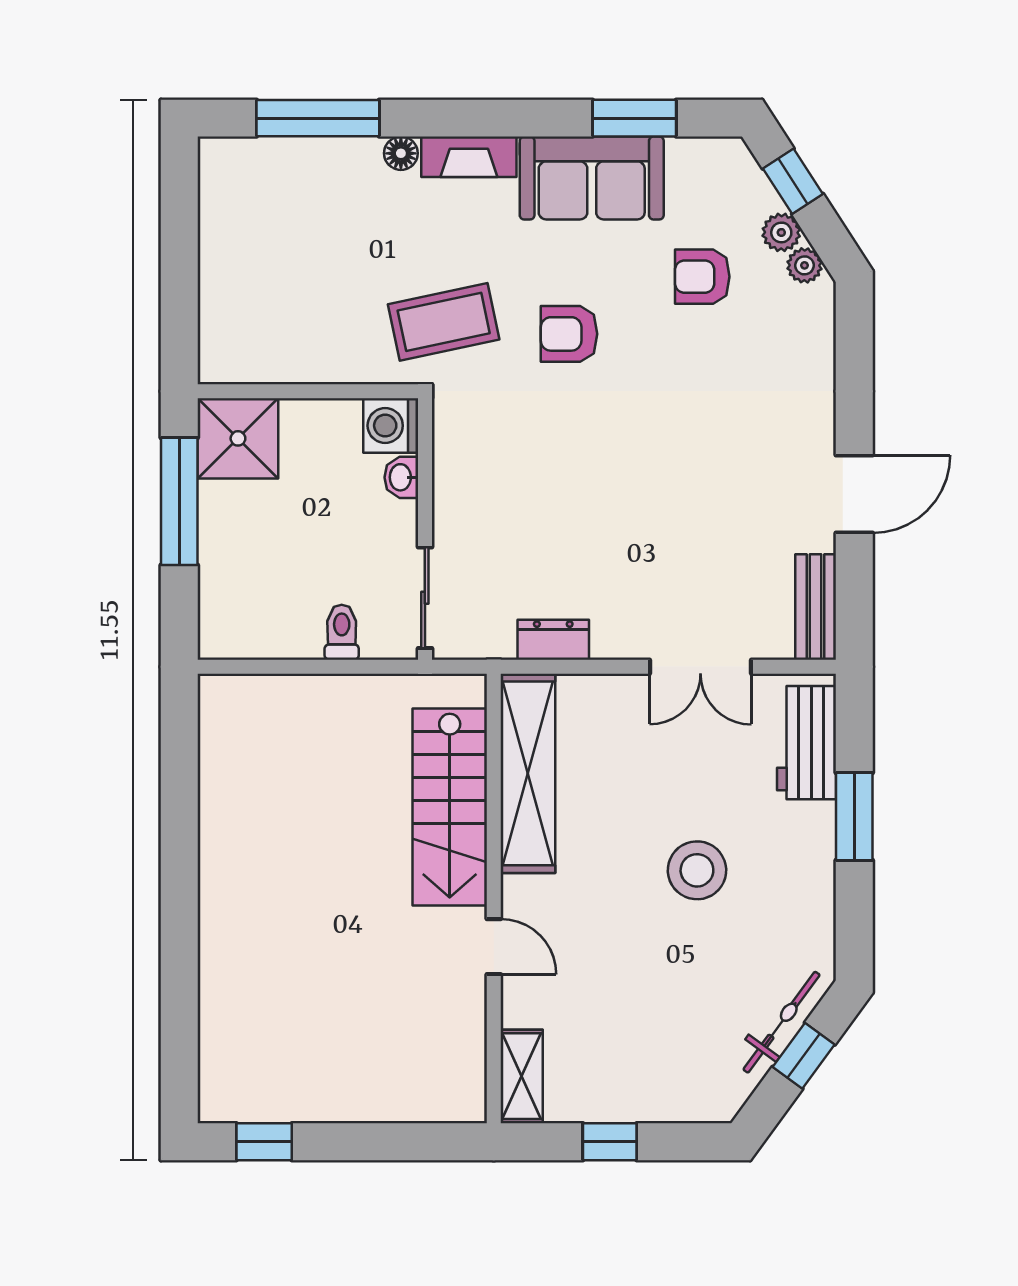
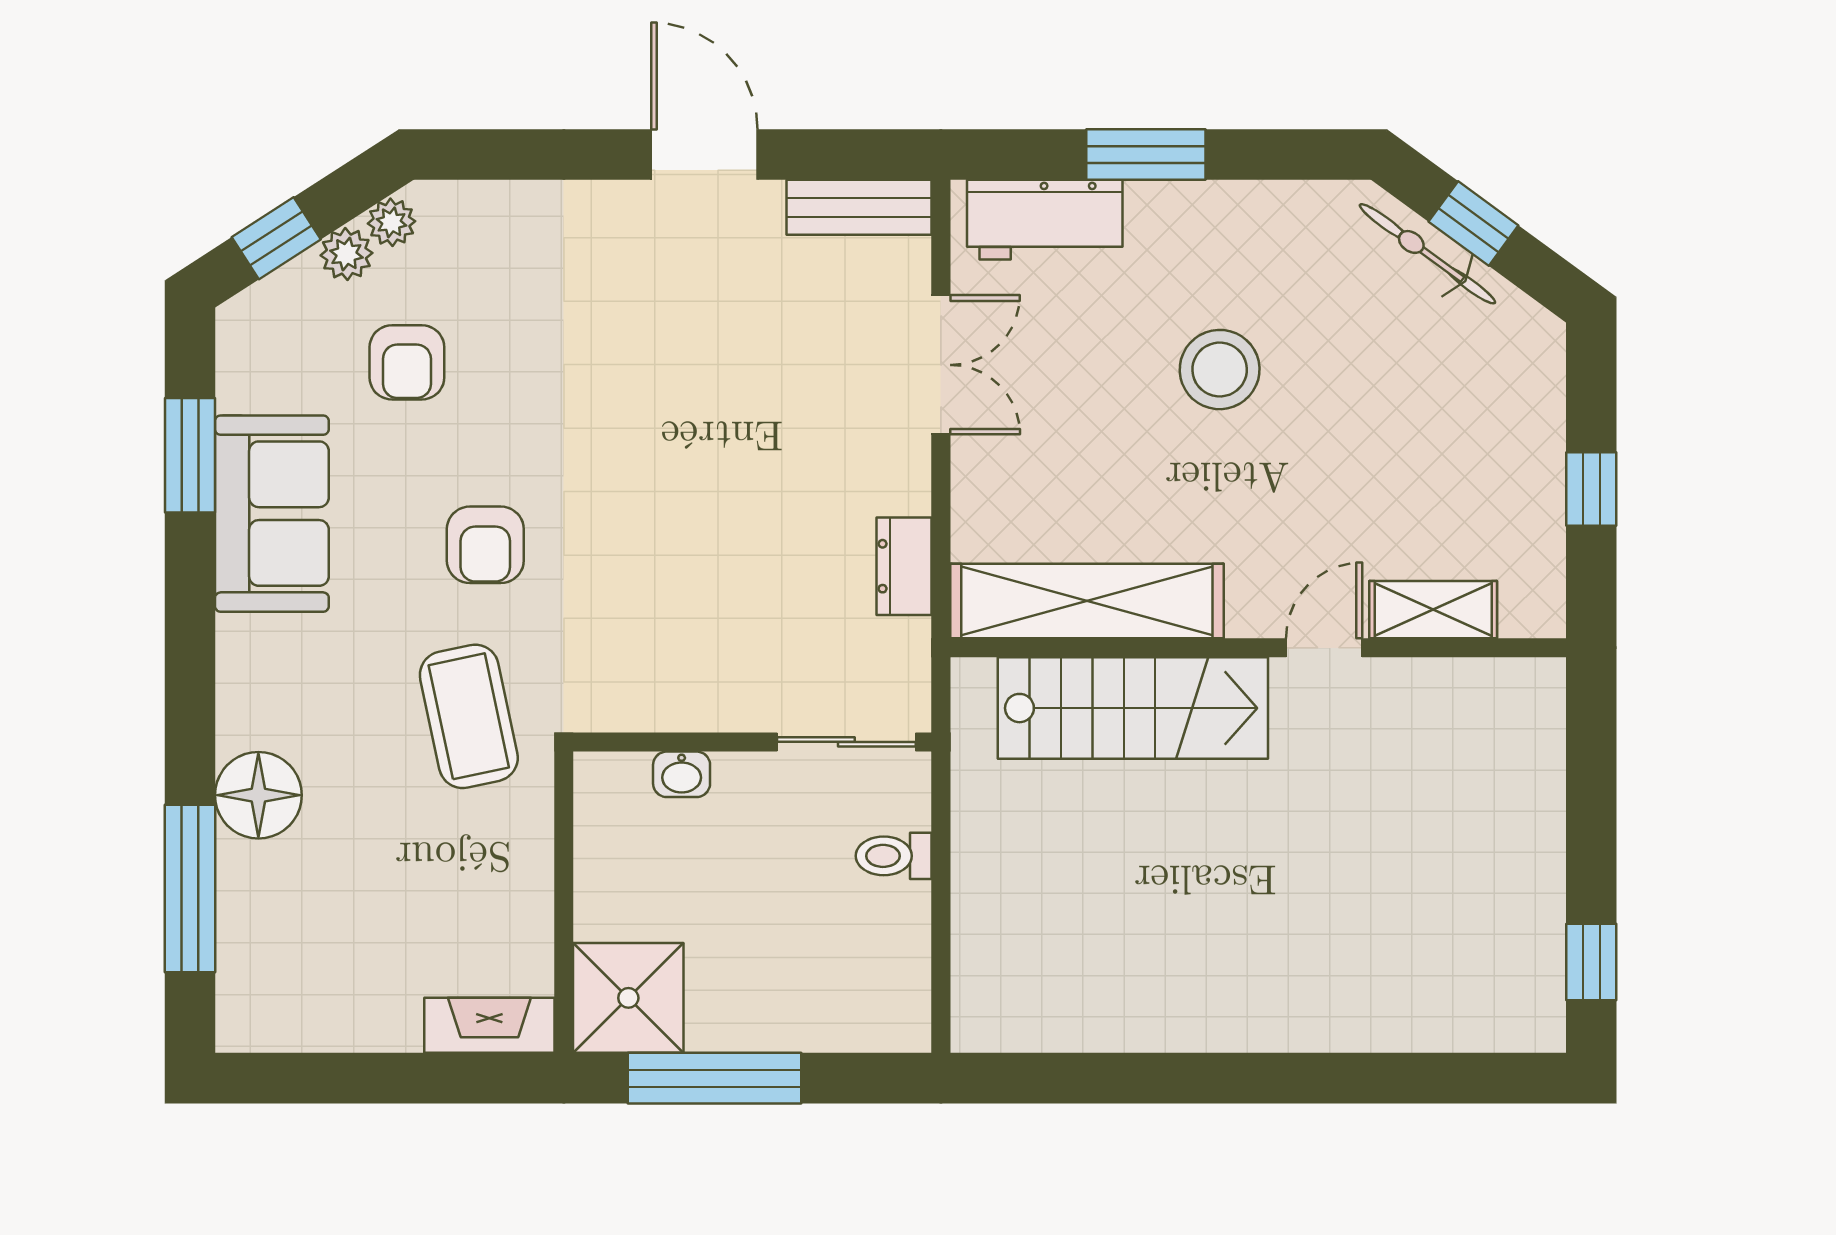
floor lamp: (401, 153) -> (258, 795), width x1.89, depth x1.89
fireplace: (469, 157) -> (489, 1025), moved, turned -90
washing machine: (391, 426) -> (611, 789), removed
shelving: (522, 1076) -> (1433, 610), moved

